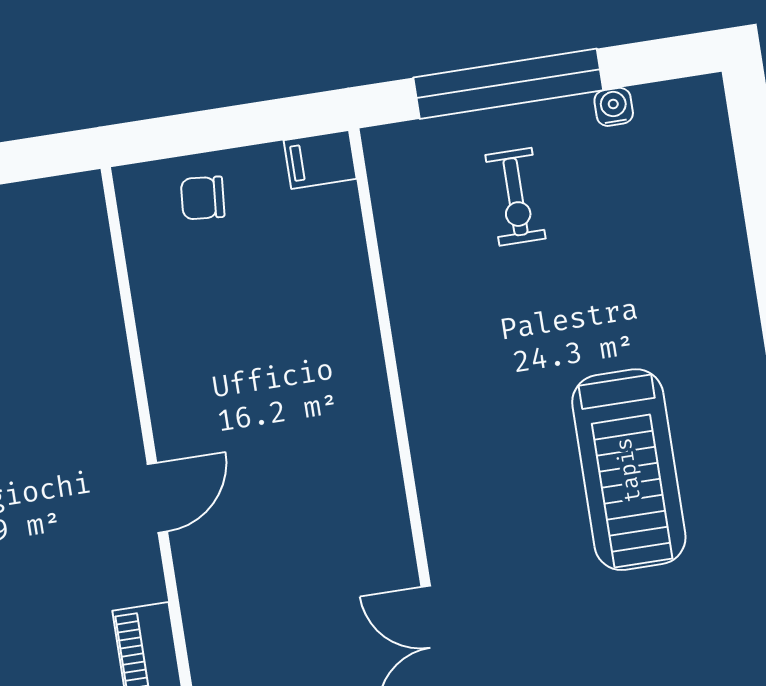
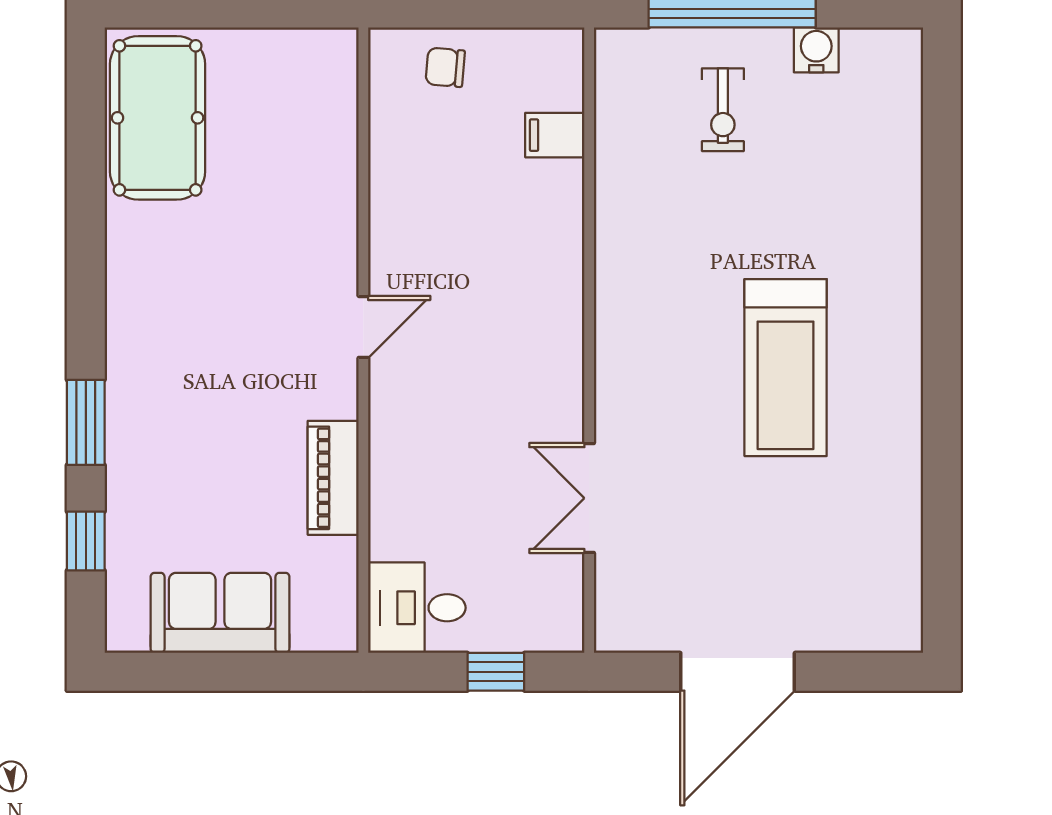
water cooler: (614, 107) -> (816, 50), width x1.38, depth x1.38
filing cabinet: (320, 160) -> (555, 135), moved

